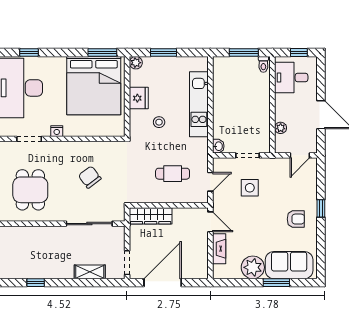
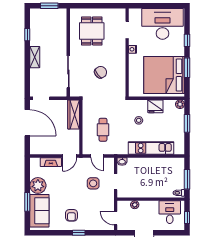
window: (29, 53) -> (187, 40), moved
window: (102, 53) -> (187, 68), moved
dining table: (30, 190) -> (92, 31), turned 90
shelving: (90, 272) -> (35, 57), moved

